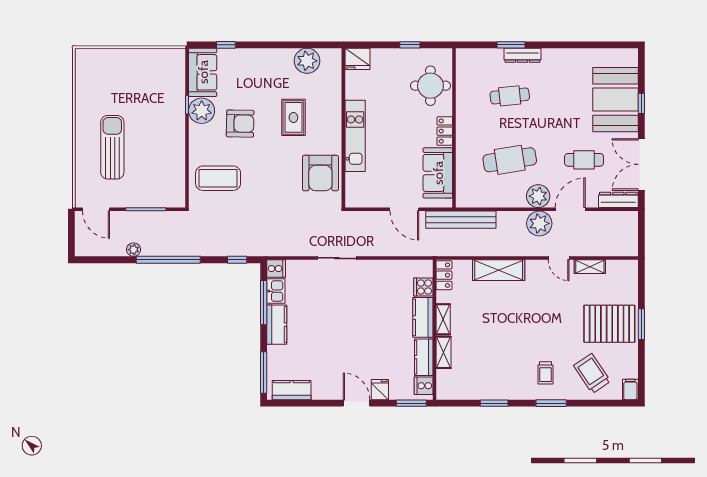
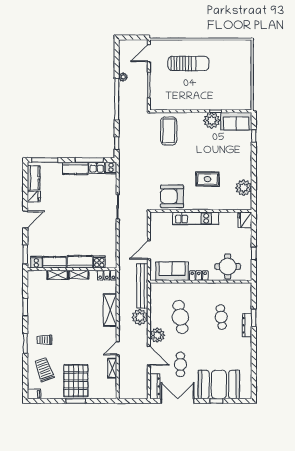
armchair: (240, 124) -> (204, 145), removed
plant: (539, 223) -> (140, 317), moved
trolley: (592, 373) -> (44, 370), turned -76
fridge: (380, 390) -> (34, 197), moved

